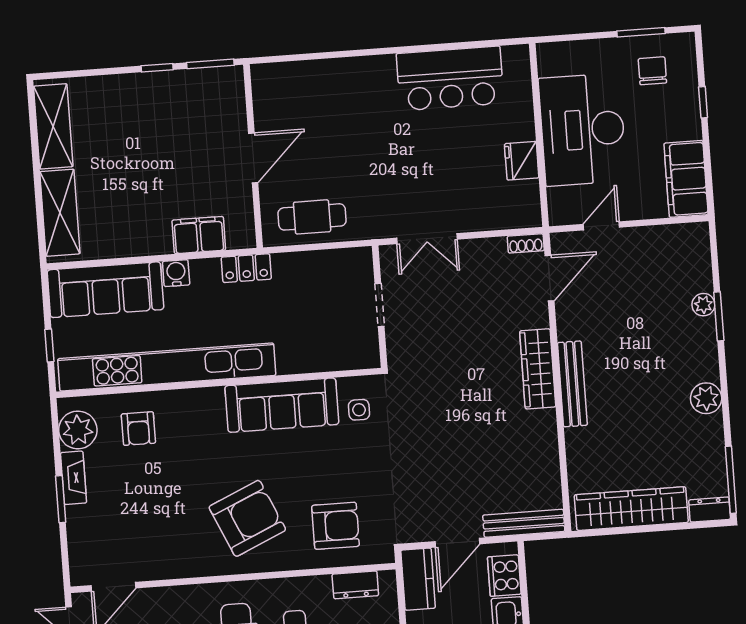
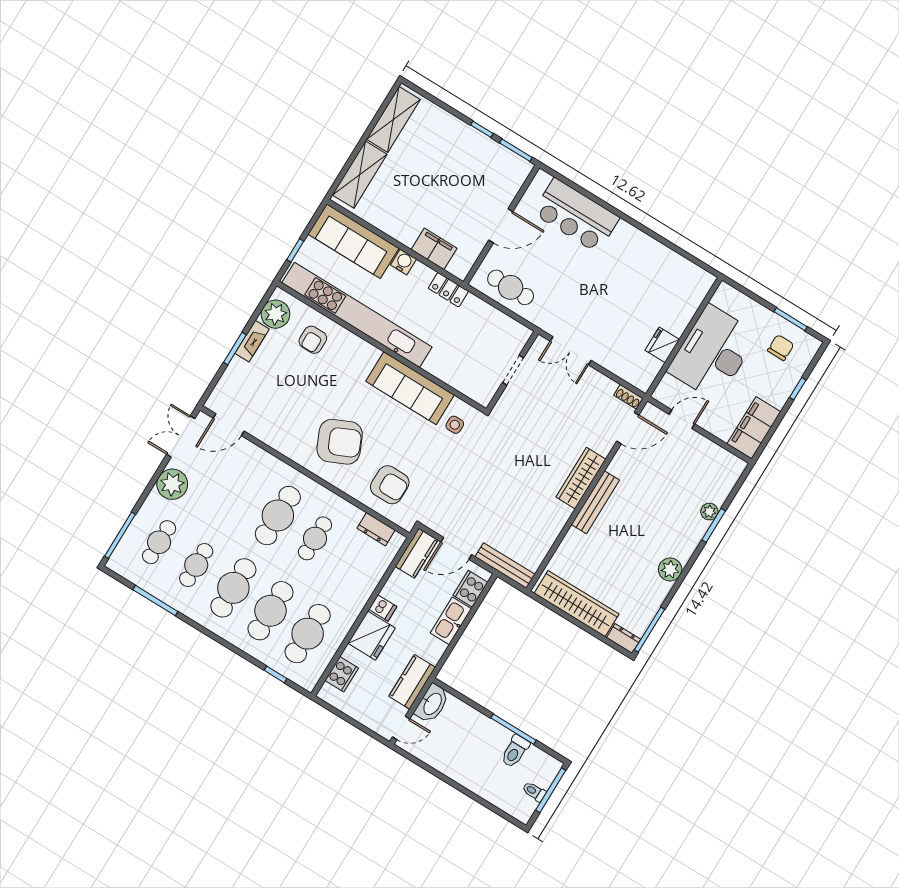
bar counter: (450, 78) -> (576, 215), moved

